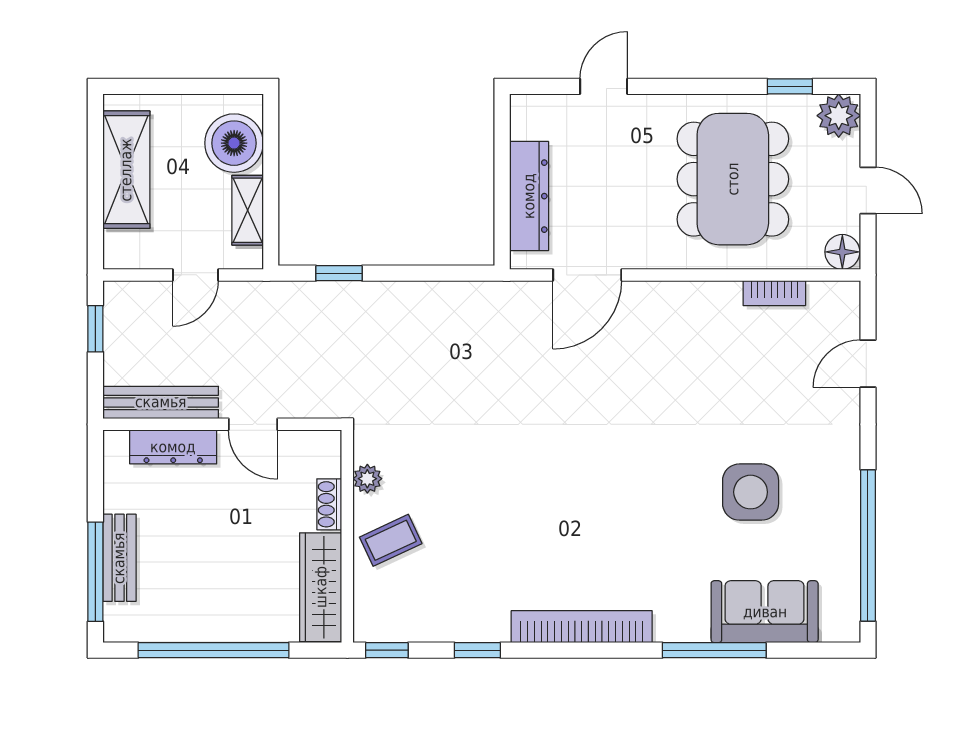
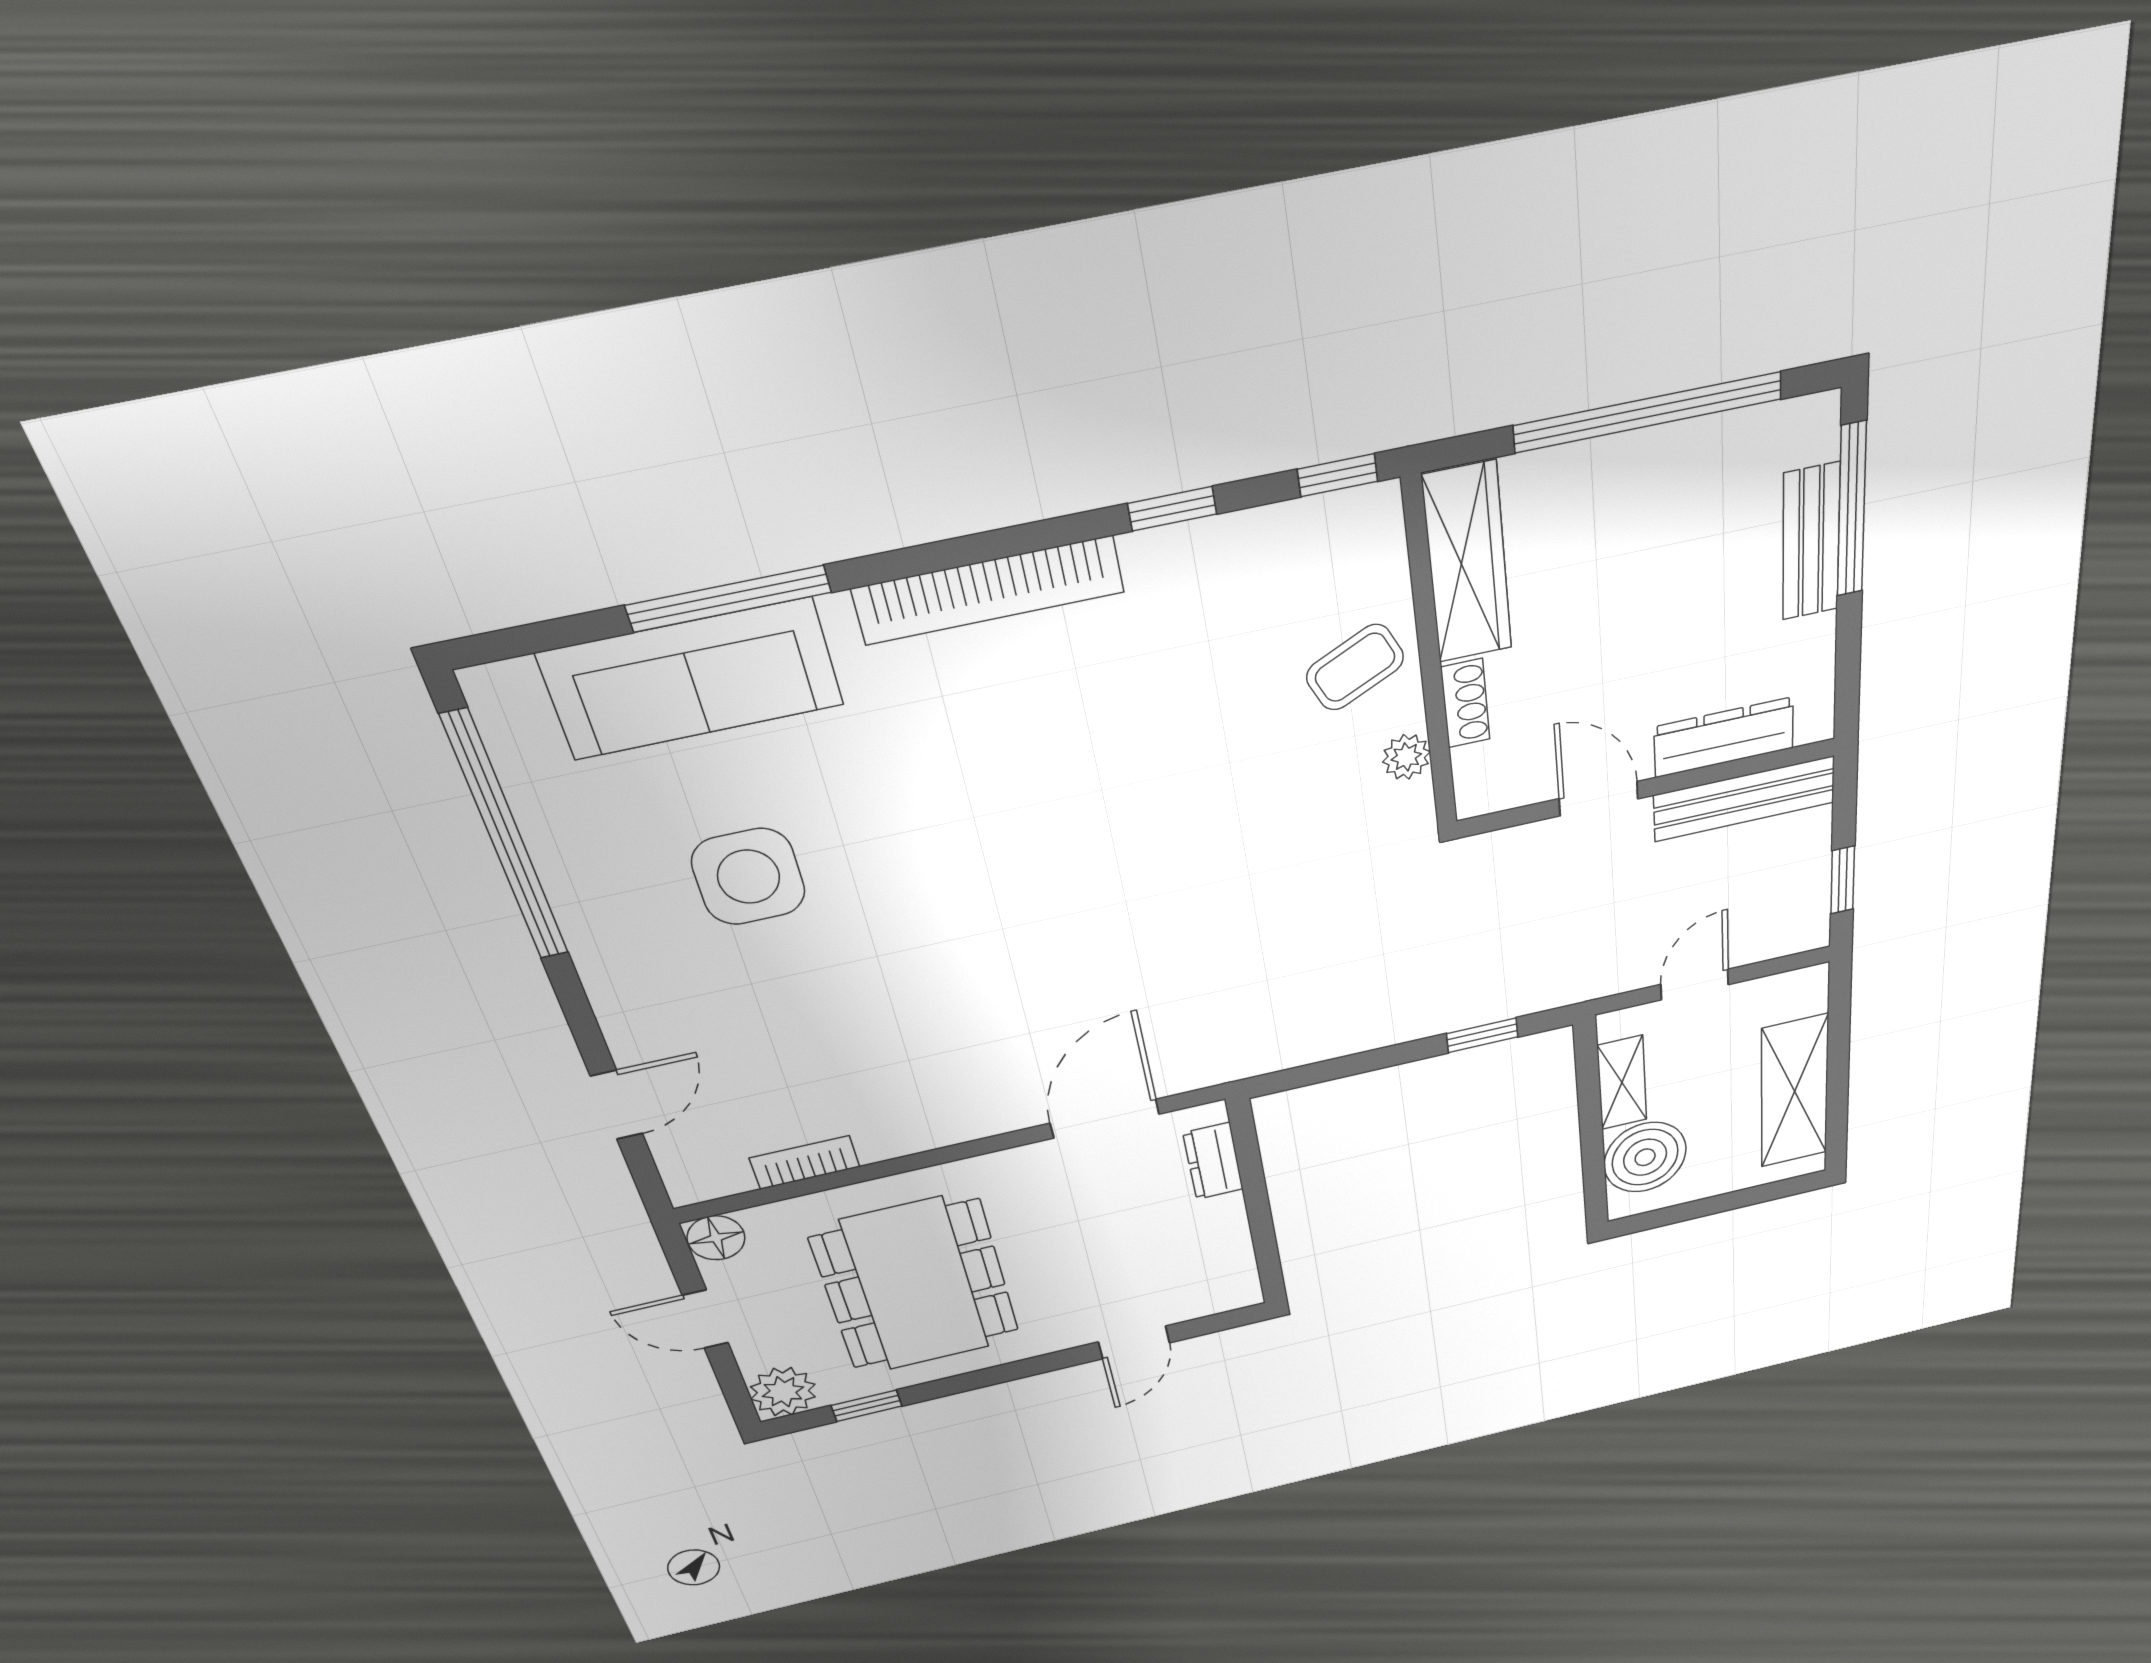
dresser: (529, 196) -> (1213, 1161), width x0.51, depth x0.80
sofa: (765, 612) -> (692, 679), width x1.36

